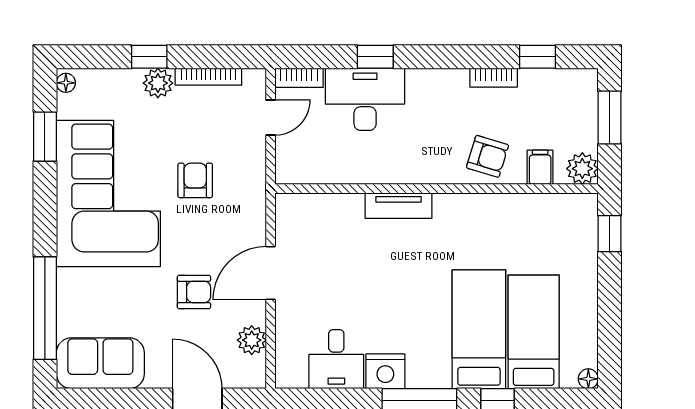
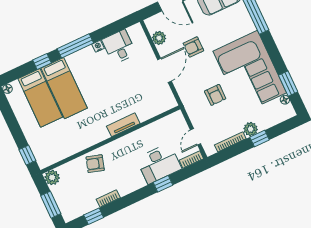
floor lamp: (66, 83) -> (285, 100), moved
filing cabinet: (540, 167) -> (70, 170), removed
nightstand: (385, 371) -> (98, 46), width x0.53, depth x0.56

